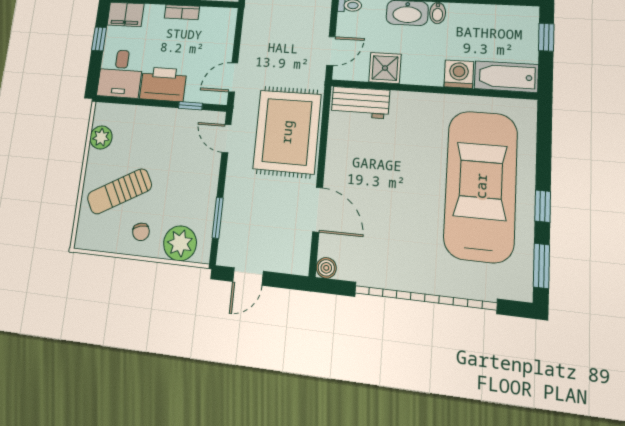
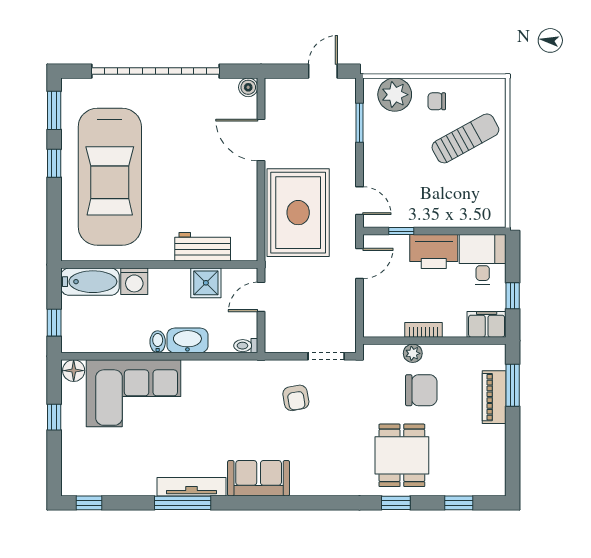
workbench: (360, 103) -> (203, 247), moved
plant: (101, 137) -> (494, 191), removed
chair: (141, 232) -> (437, 101), turned -76

